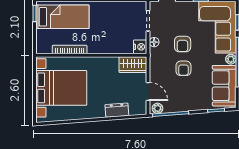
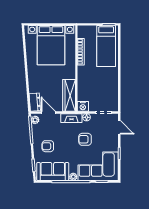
fireplace: (155, 62) -> (71, 118), added
wardrobe: (133, 65) -> (69, 95), width x1.50
armchair: (183, 68) -> (48, 146), moved
door: (148, 91) -> (48, 112), swing flipped
dresser: (117, 110) -> (35, 102), moved

